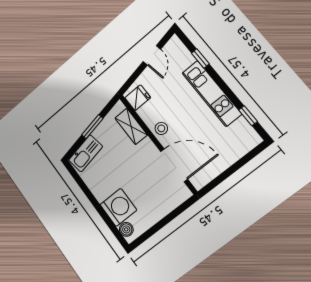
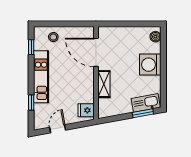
shelving: (131, 126) -> (104, 84), moved
window: (92, 127) -> (143, 113), moved
stool: (161, 128) -> (53, 37), moved
washing machine: (118, 207) -> (150, 65), moved

